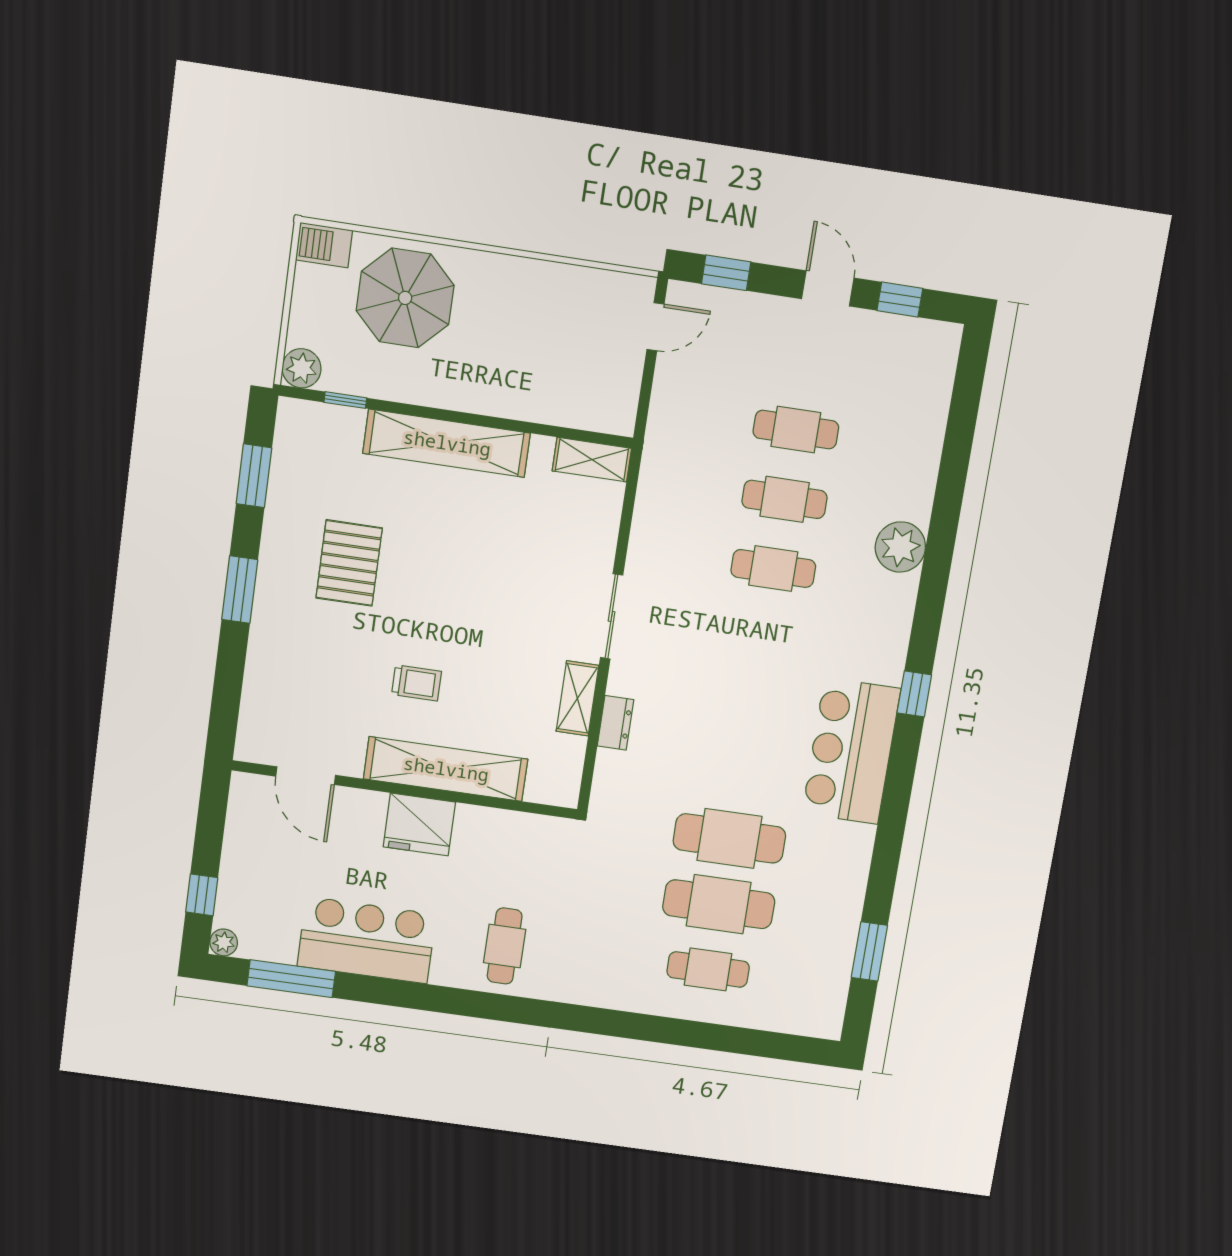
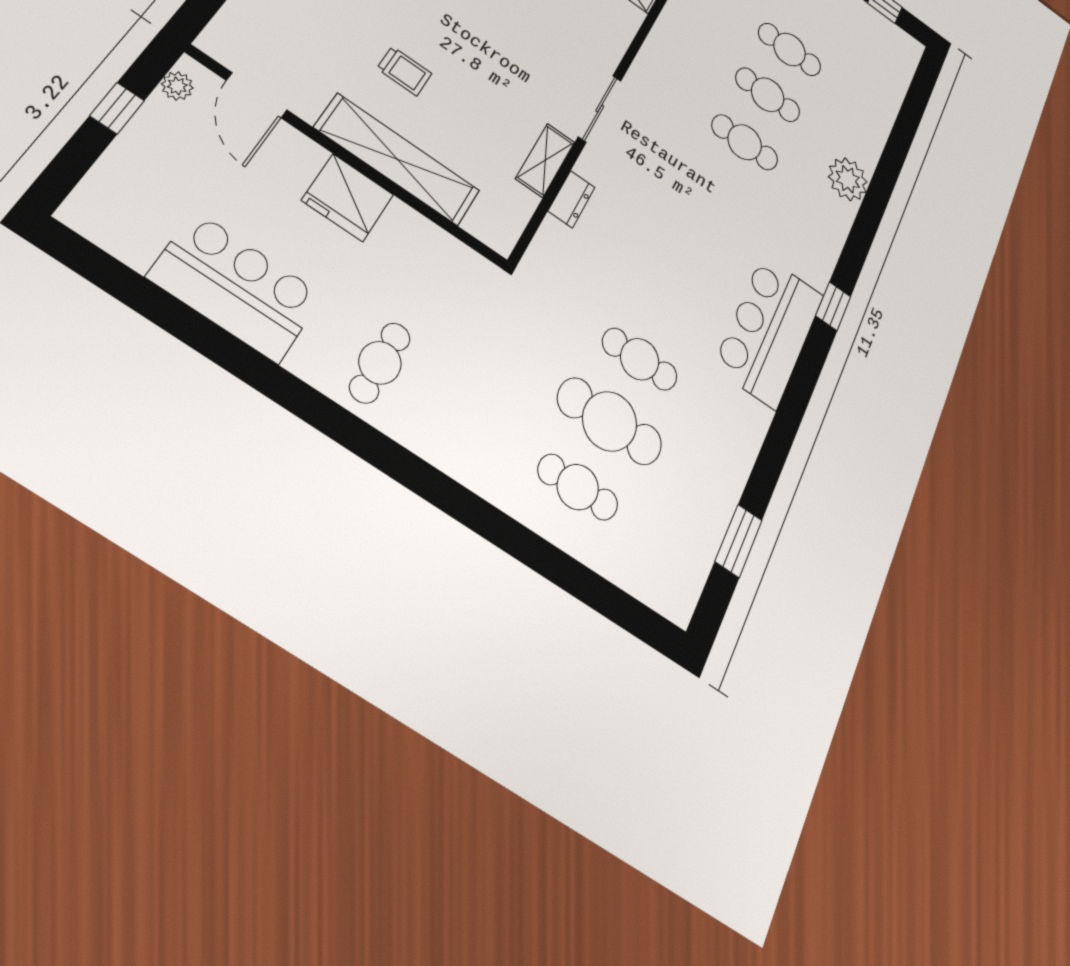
cafe table: (729, 838) -> (640, 359), width x0.73, depth x0.74
window: (202, 895) -> (117, 108), moved
plant: (224, 942) -> (177, 86), moved
window: (291, 979) -> (130, 288), removed

